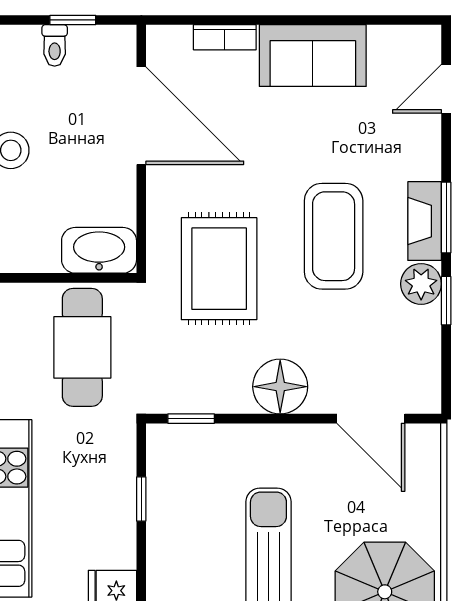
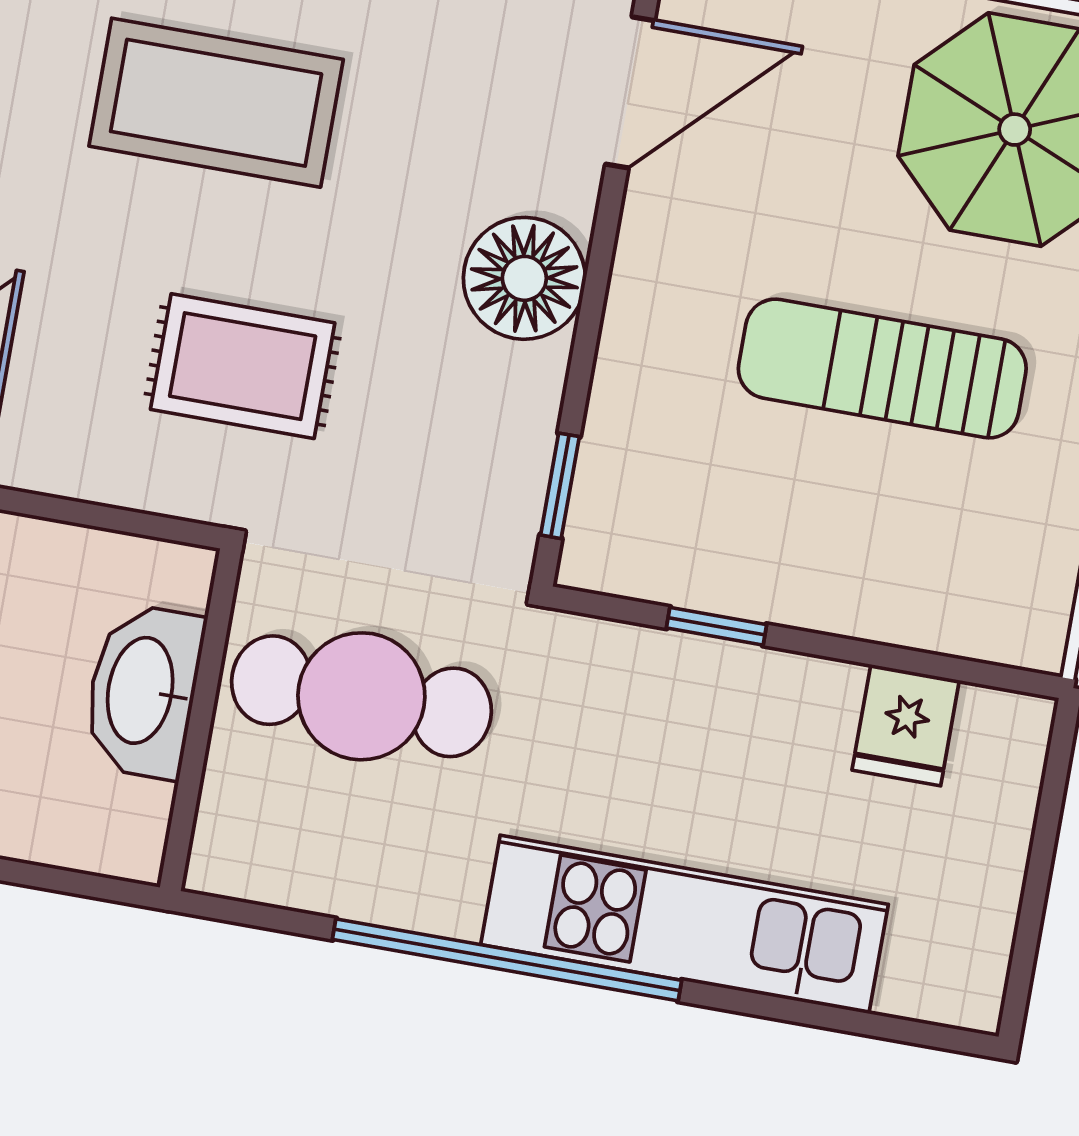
washbasin: (99, 250) -> (143, 691), moved
rug: (219, 269) -> (243, 366), width x0.73, depth x0.70

